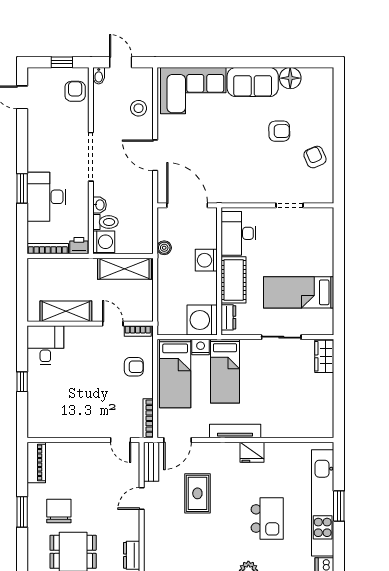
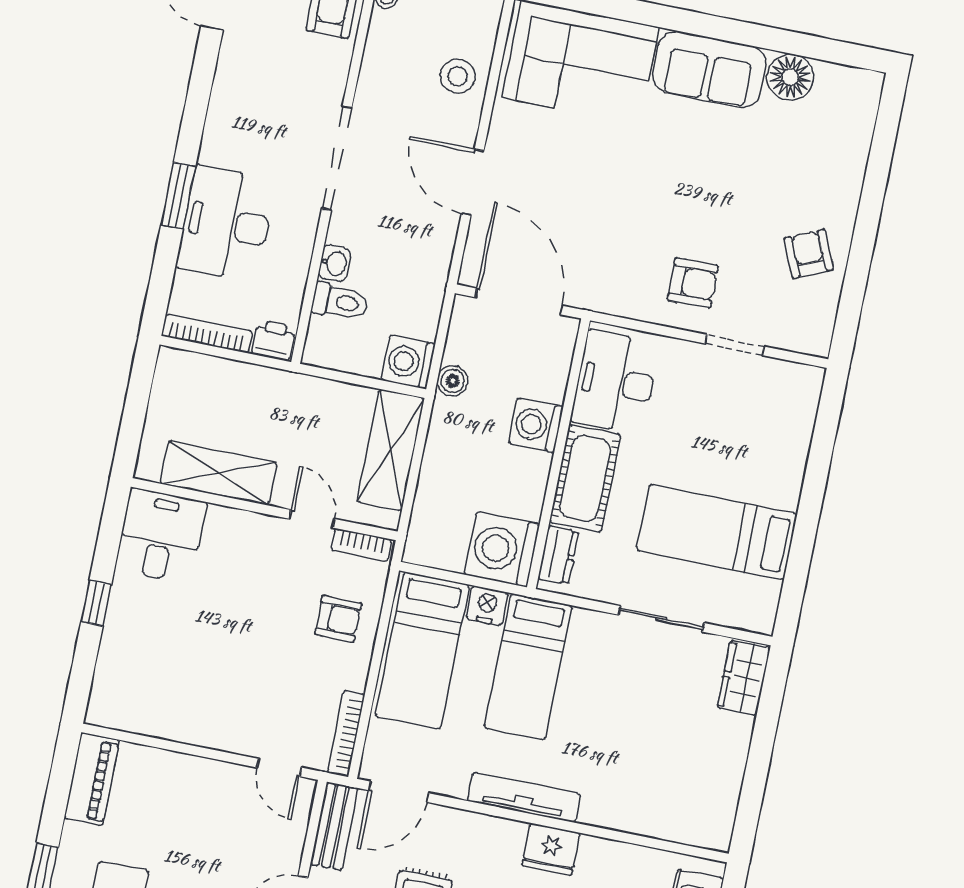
armchair: (279, 131) -> (693, 283), moved
washing machine: (104, 242) -> (408, 362), moved, turned 180
shelving: (124, 269) -> (391, 450), moved, turned 90

